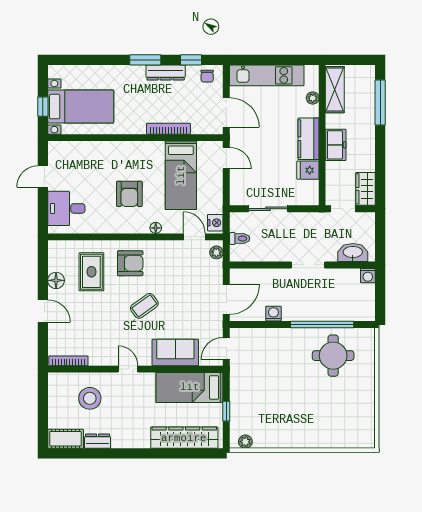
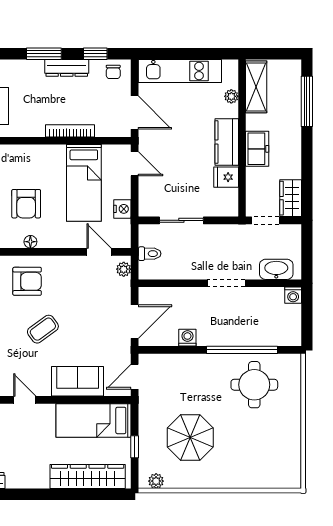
nightstand: (215, 223) -> (122, 209), moved
floor lamp: (156, 228) -> (30, 242), moved
parasol: (276, 403) -> (190, 438), added

